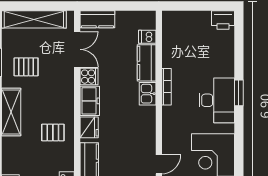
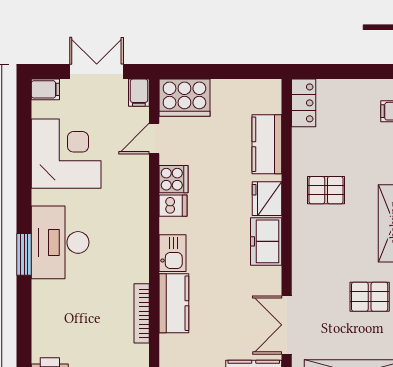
dishwasher: (147, 37) -> (173, 206), moved
cooker: (89, 77) -> (173, 179), moved, turned 180
bookcase: (167, 87) -> (142, 313), moved

